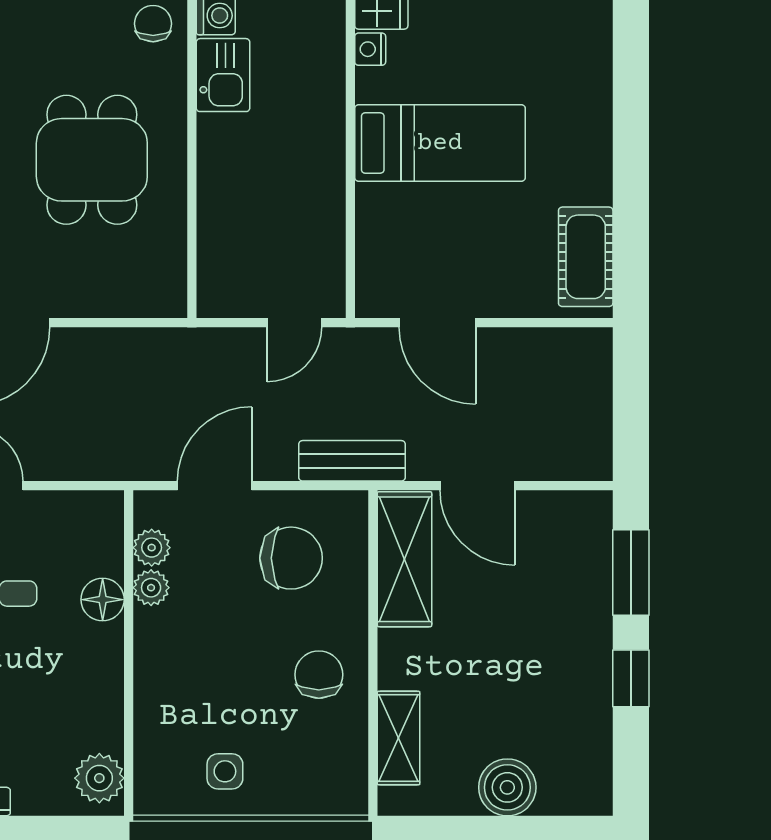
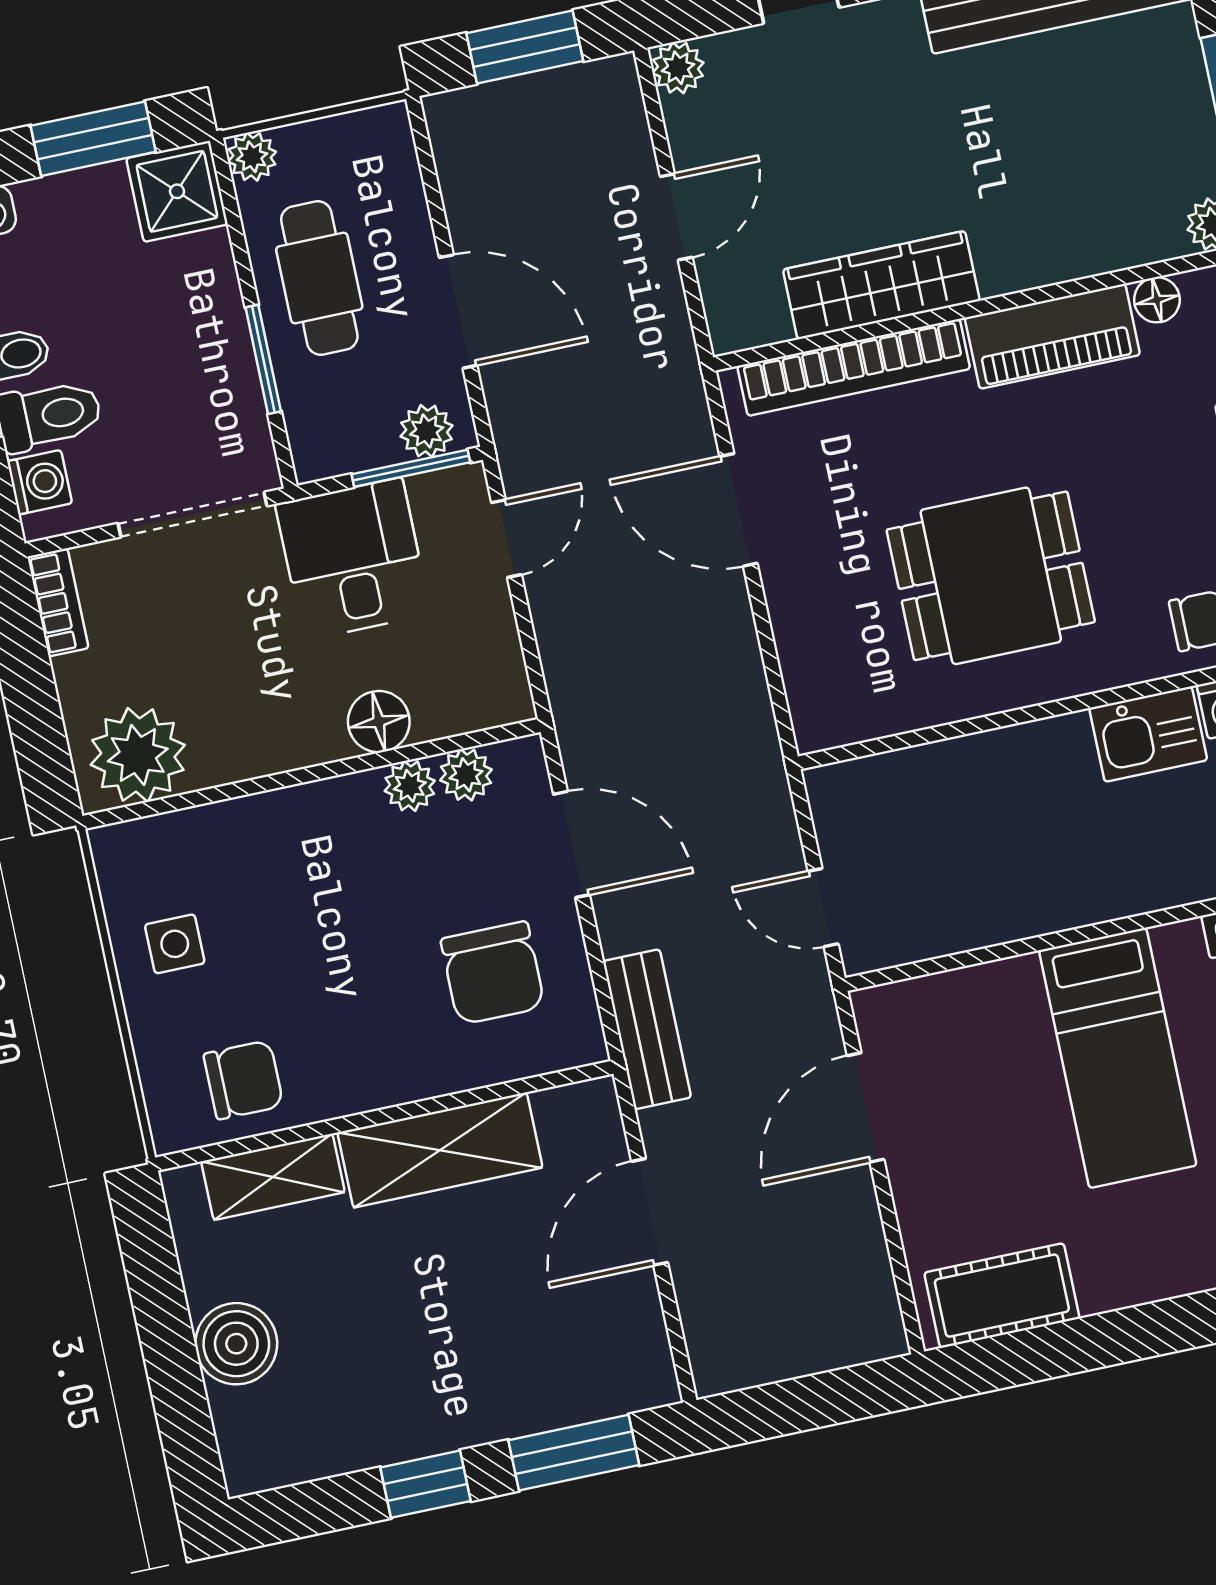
shelving: (405, 559) -> (440, 1150), moved
chair: (319, 675) -> (243, 1080), moved
plant: (99, 778) -> (138, 755), width x1.36, depth x1.36

